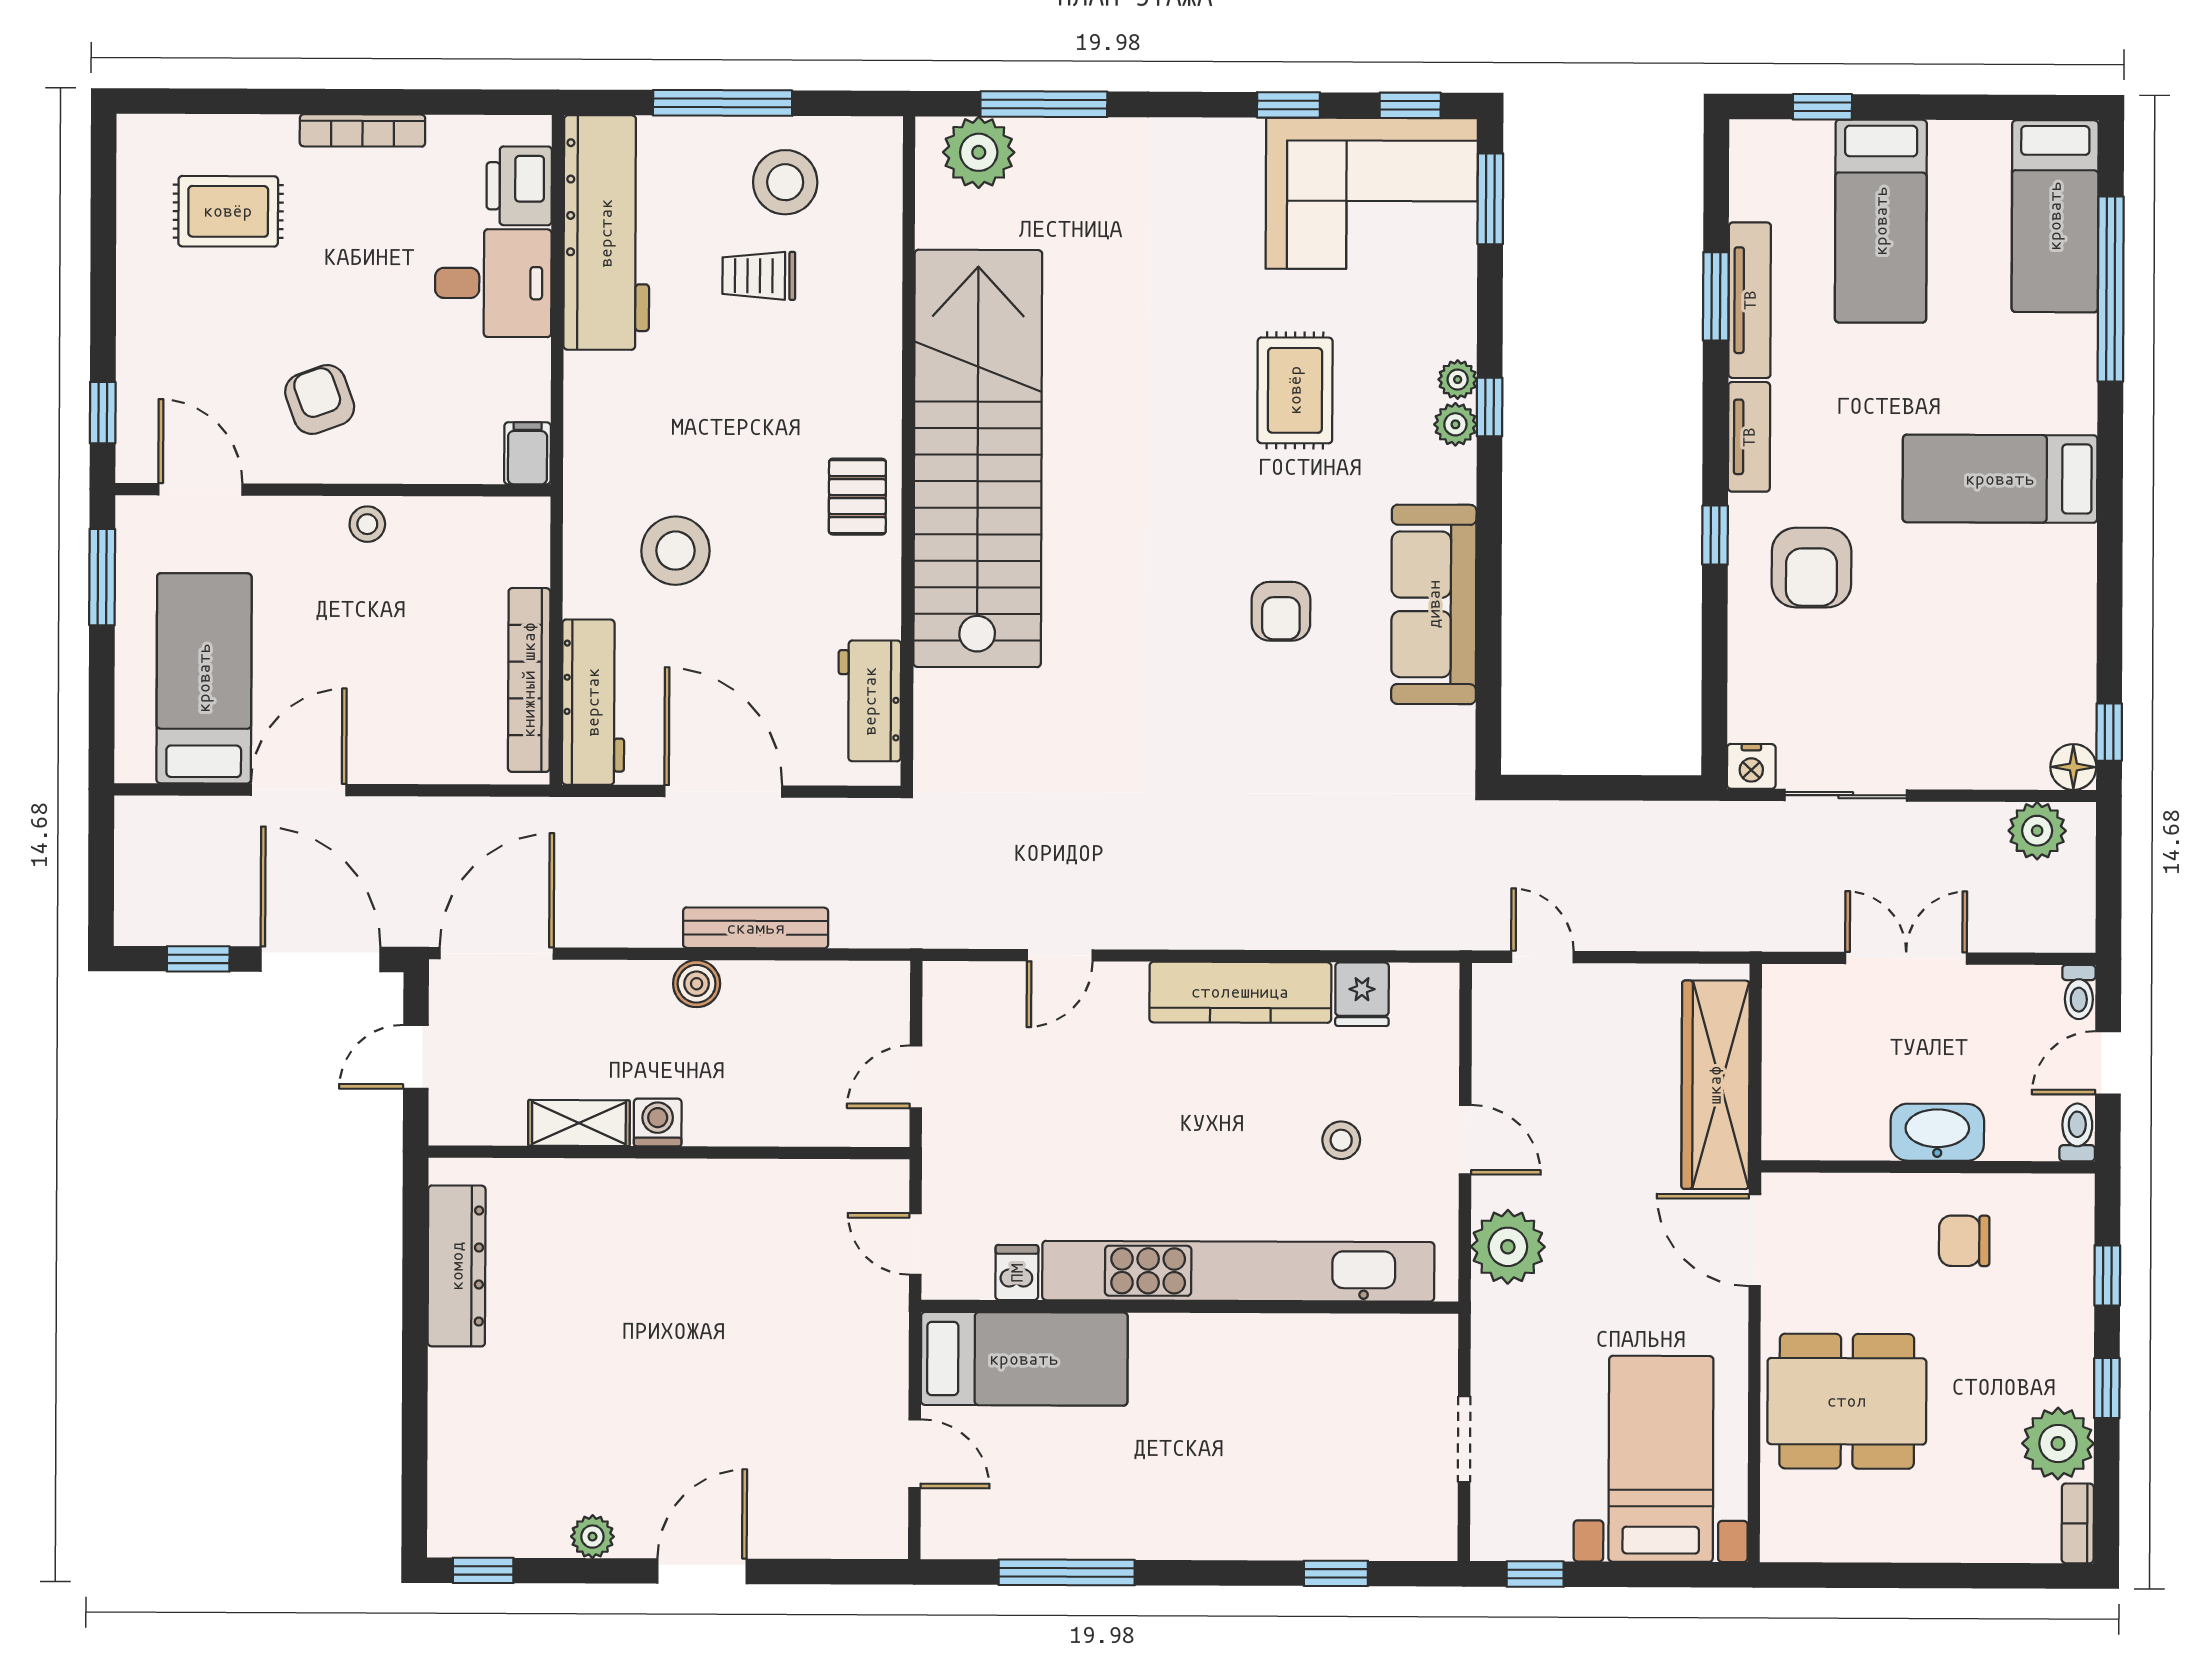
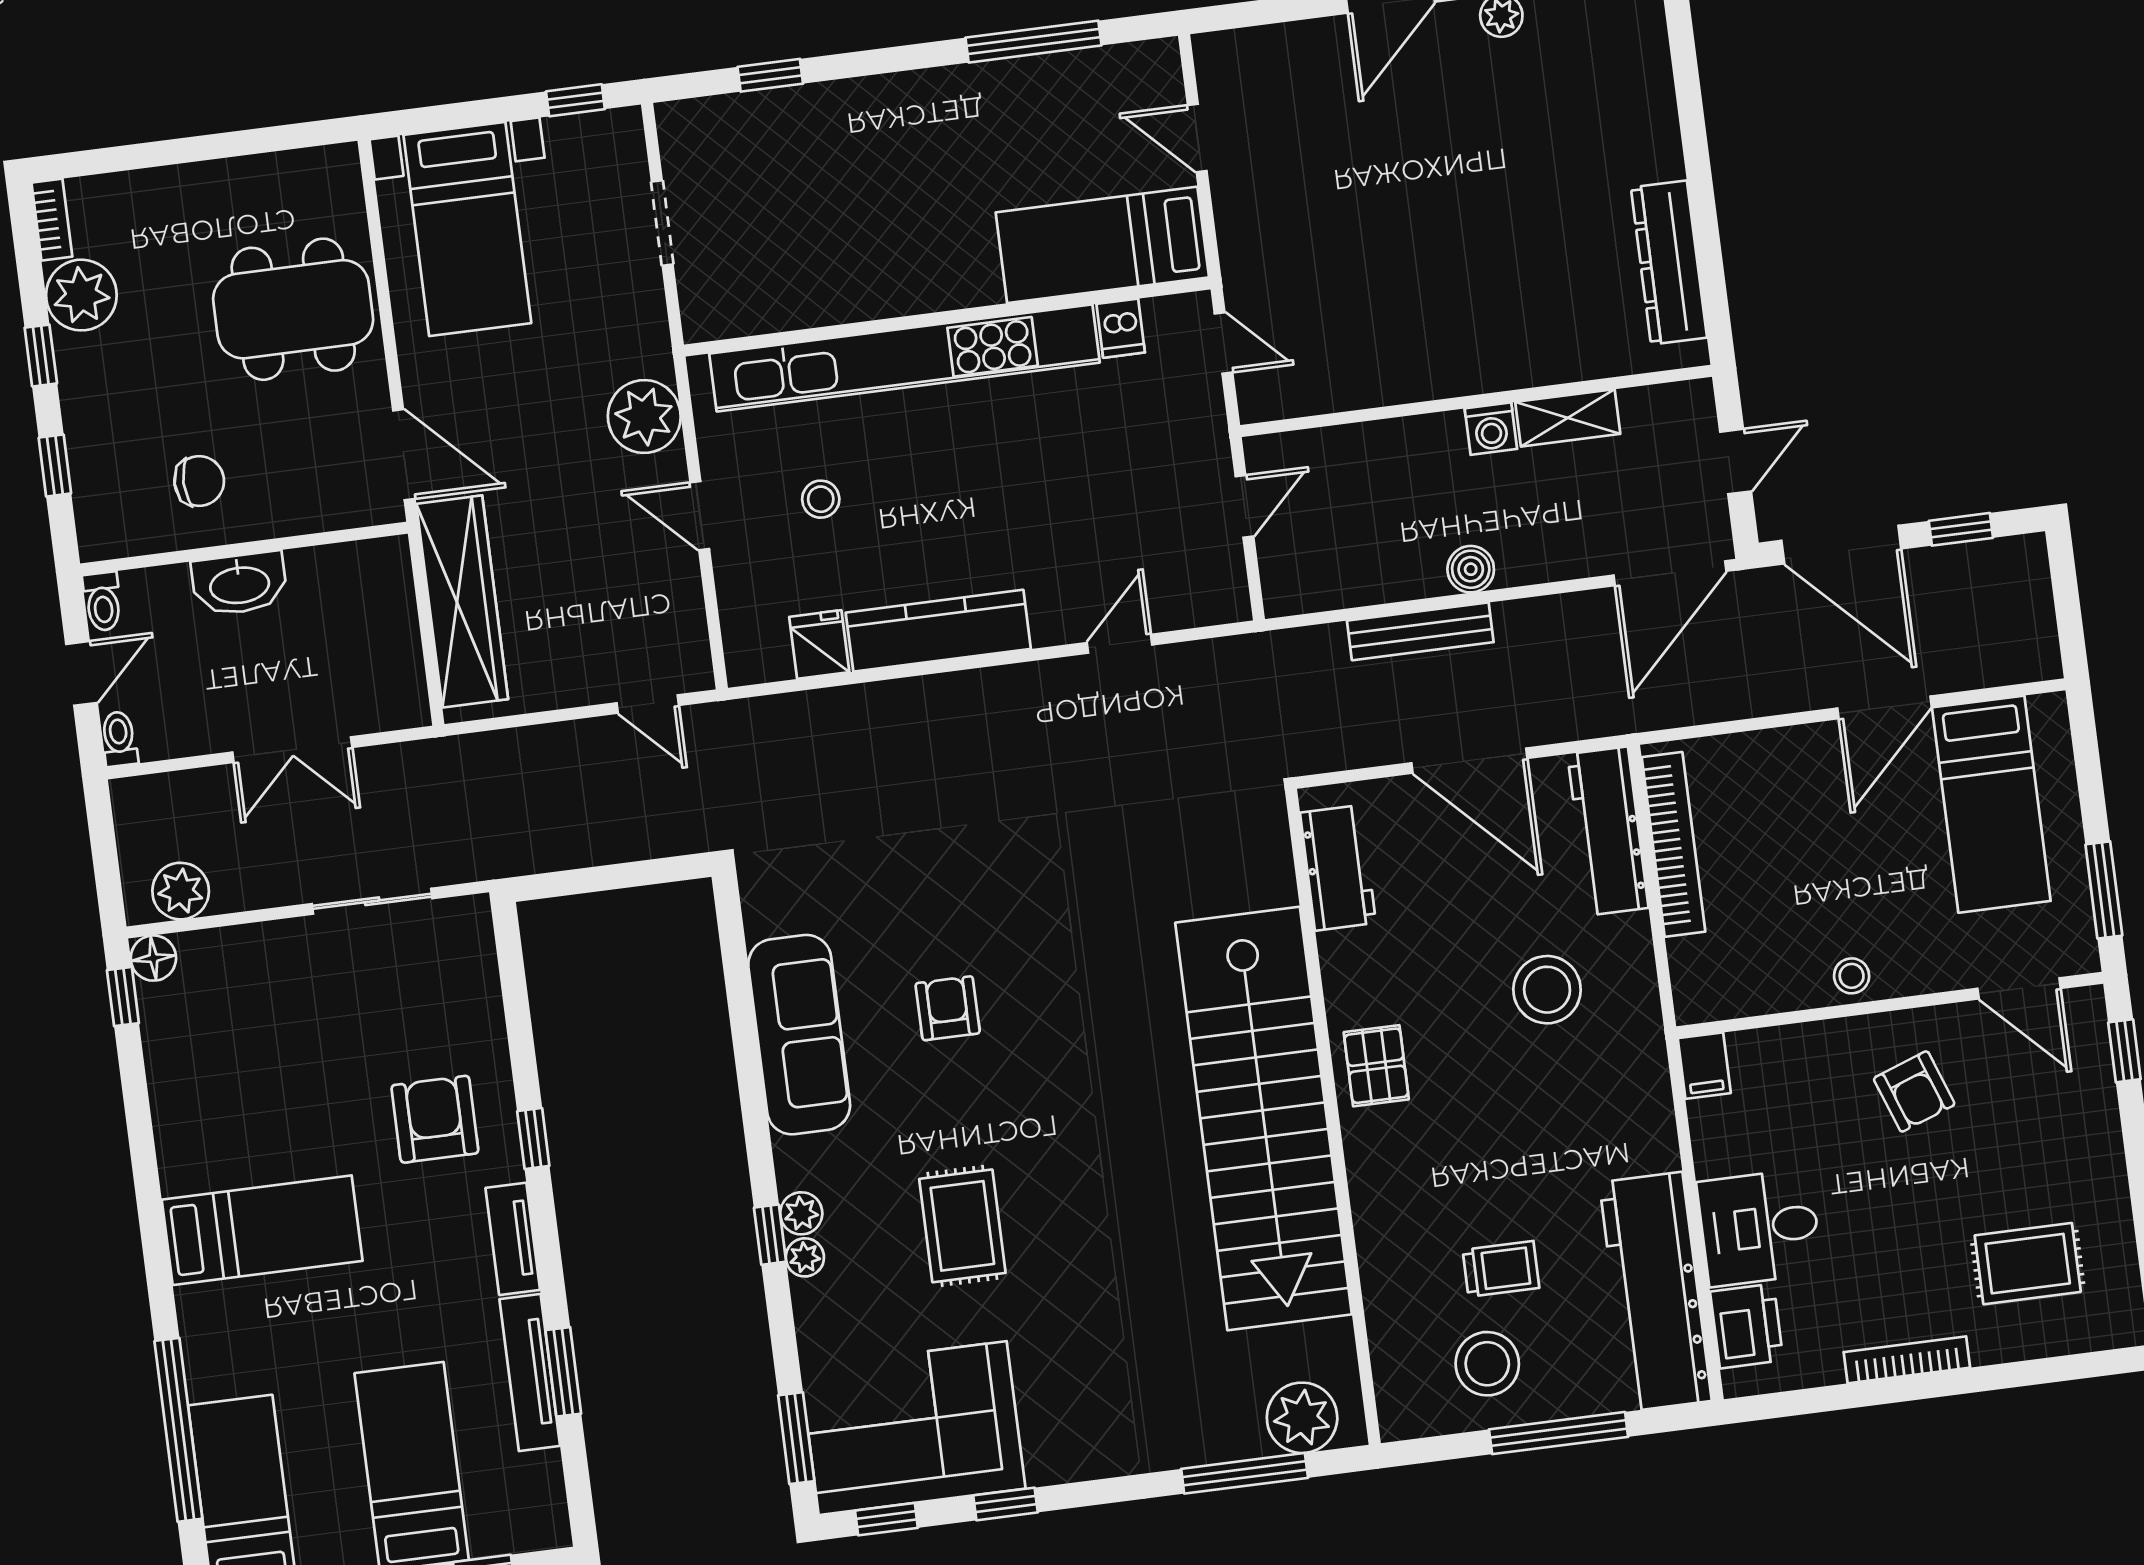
nightstand: (1751, 766) -> (468, 917), removed

